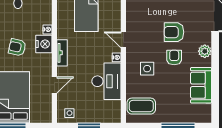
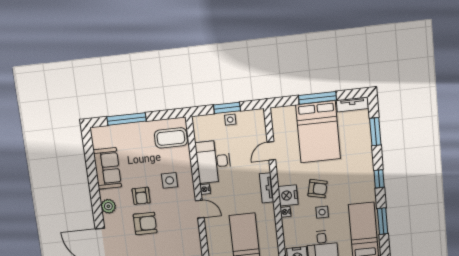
side table: (15, 26) -> (322, 212), added
side table: (69, 113) -> (230, 120), moved

